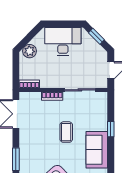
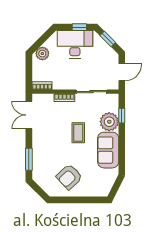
window: (67, 24) -> (79, 27), added
plant: (98, 121) -> (109, 122), added
window: (111, 129) -> (122, 116), moved

